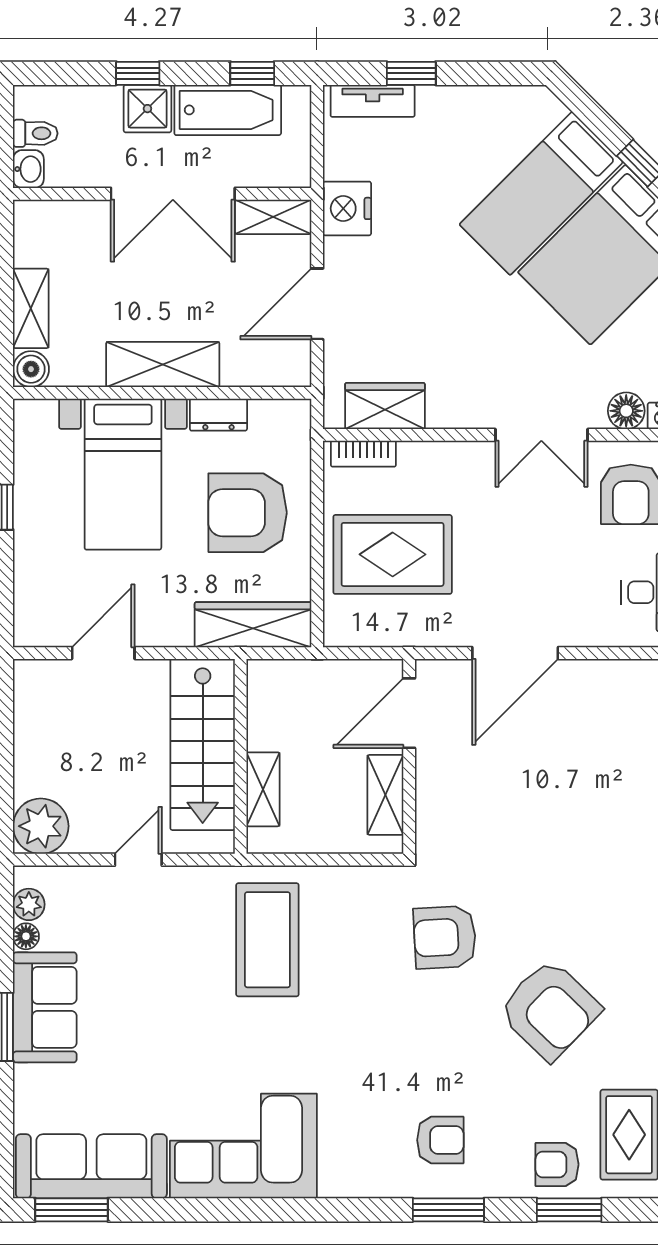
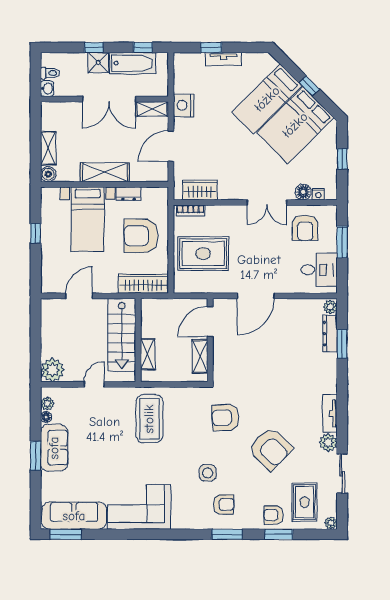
tv unit: (373, 101) -> (223, 59), moved
side table: (403, 1066) -> (208, 473), added

